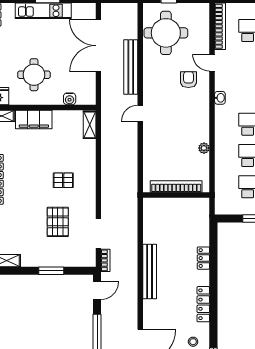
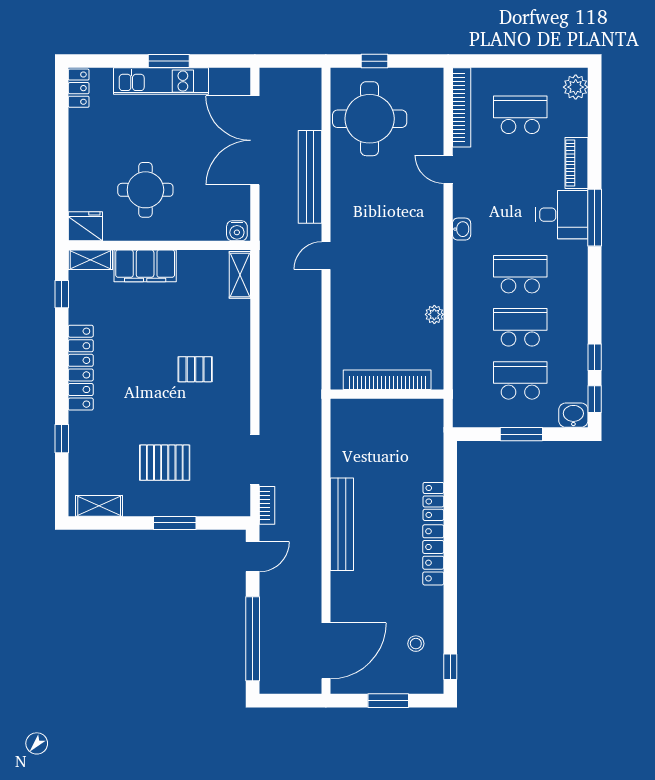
armchair: (188, 80) -> (408, 198), removed
water cooler: (70, 99) -> (237, 231), moved
pallet: (58, 222) -> (165, 463), moved, turned 90
locker: (203, 304) -> (433, 555), moved

